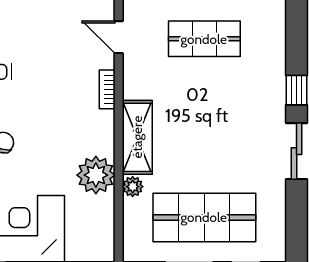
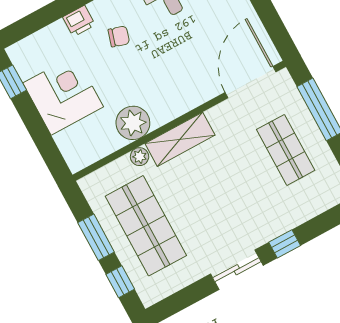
door: (119, 37) -> (251, 82), width x1.88
bookcase: (107, 89) -> (205, 95), removed

